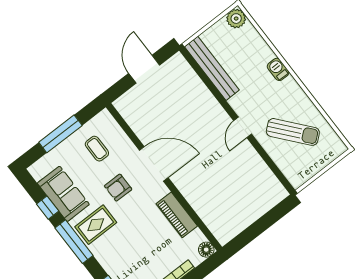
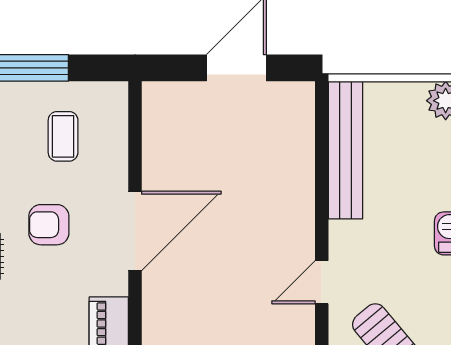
door: (154, 164) -> (135, 231), hinge flipped

